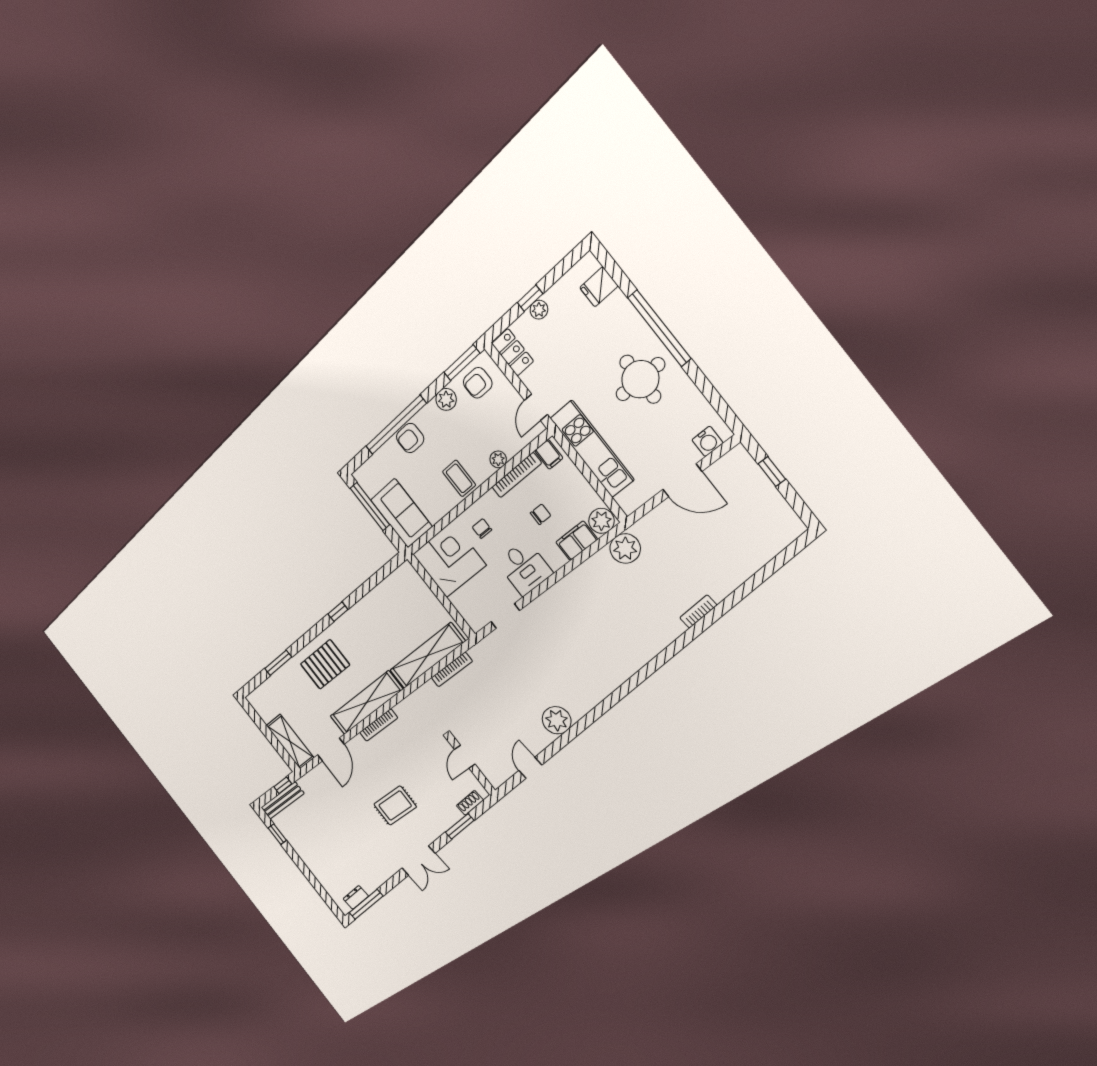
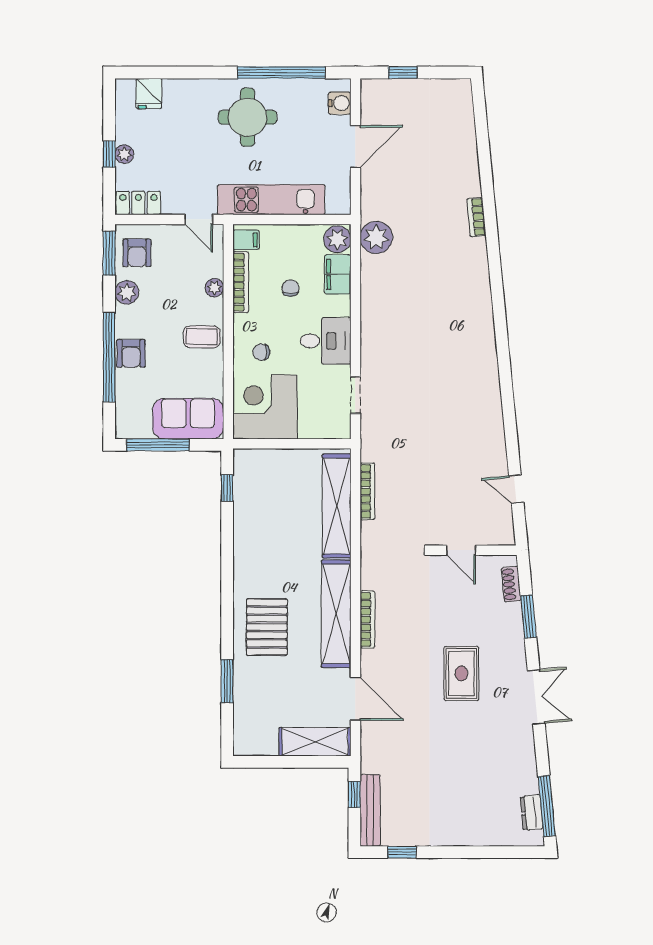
window: (659, 328) -> (281, 73), moved
window: (338, 612) -> (227, 488), moved
plant: (557, 720) -> (487, 425), removed

